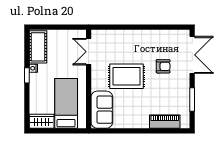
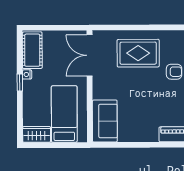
double door: (89, 52) -> (90, 55), width x1.37
rug: (126, 76) -> (138, 53), moved

